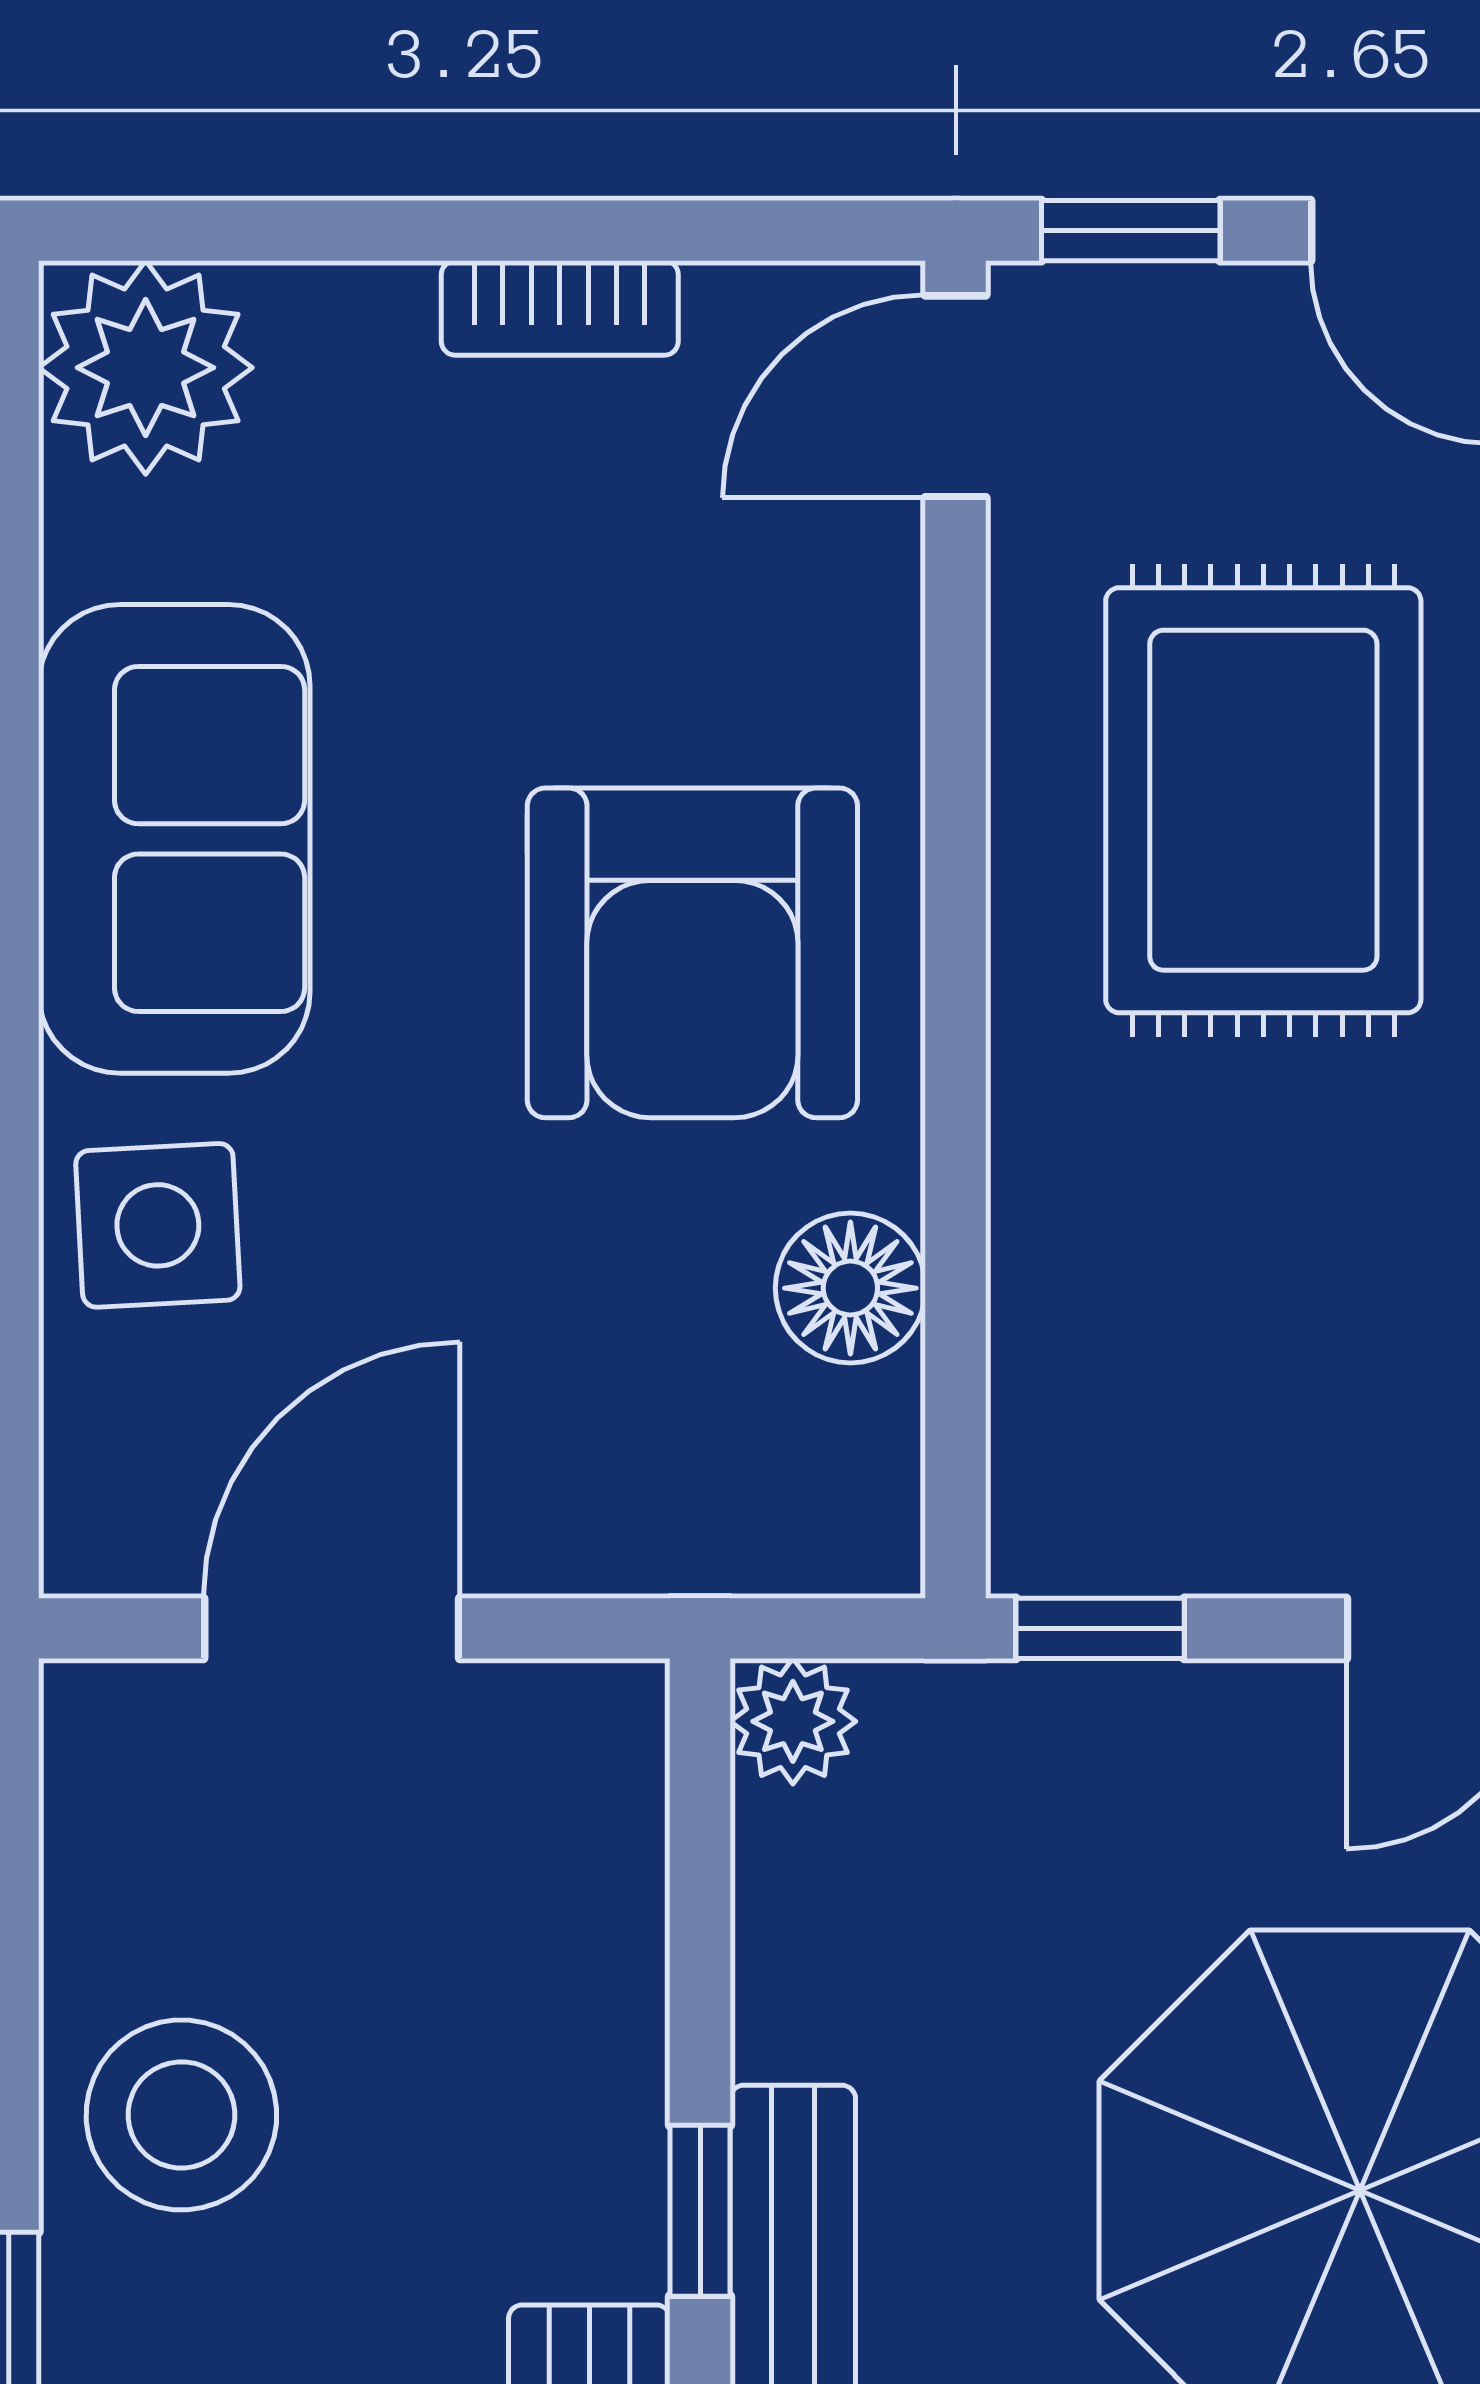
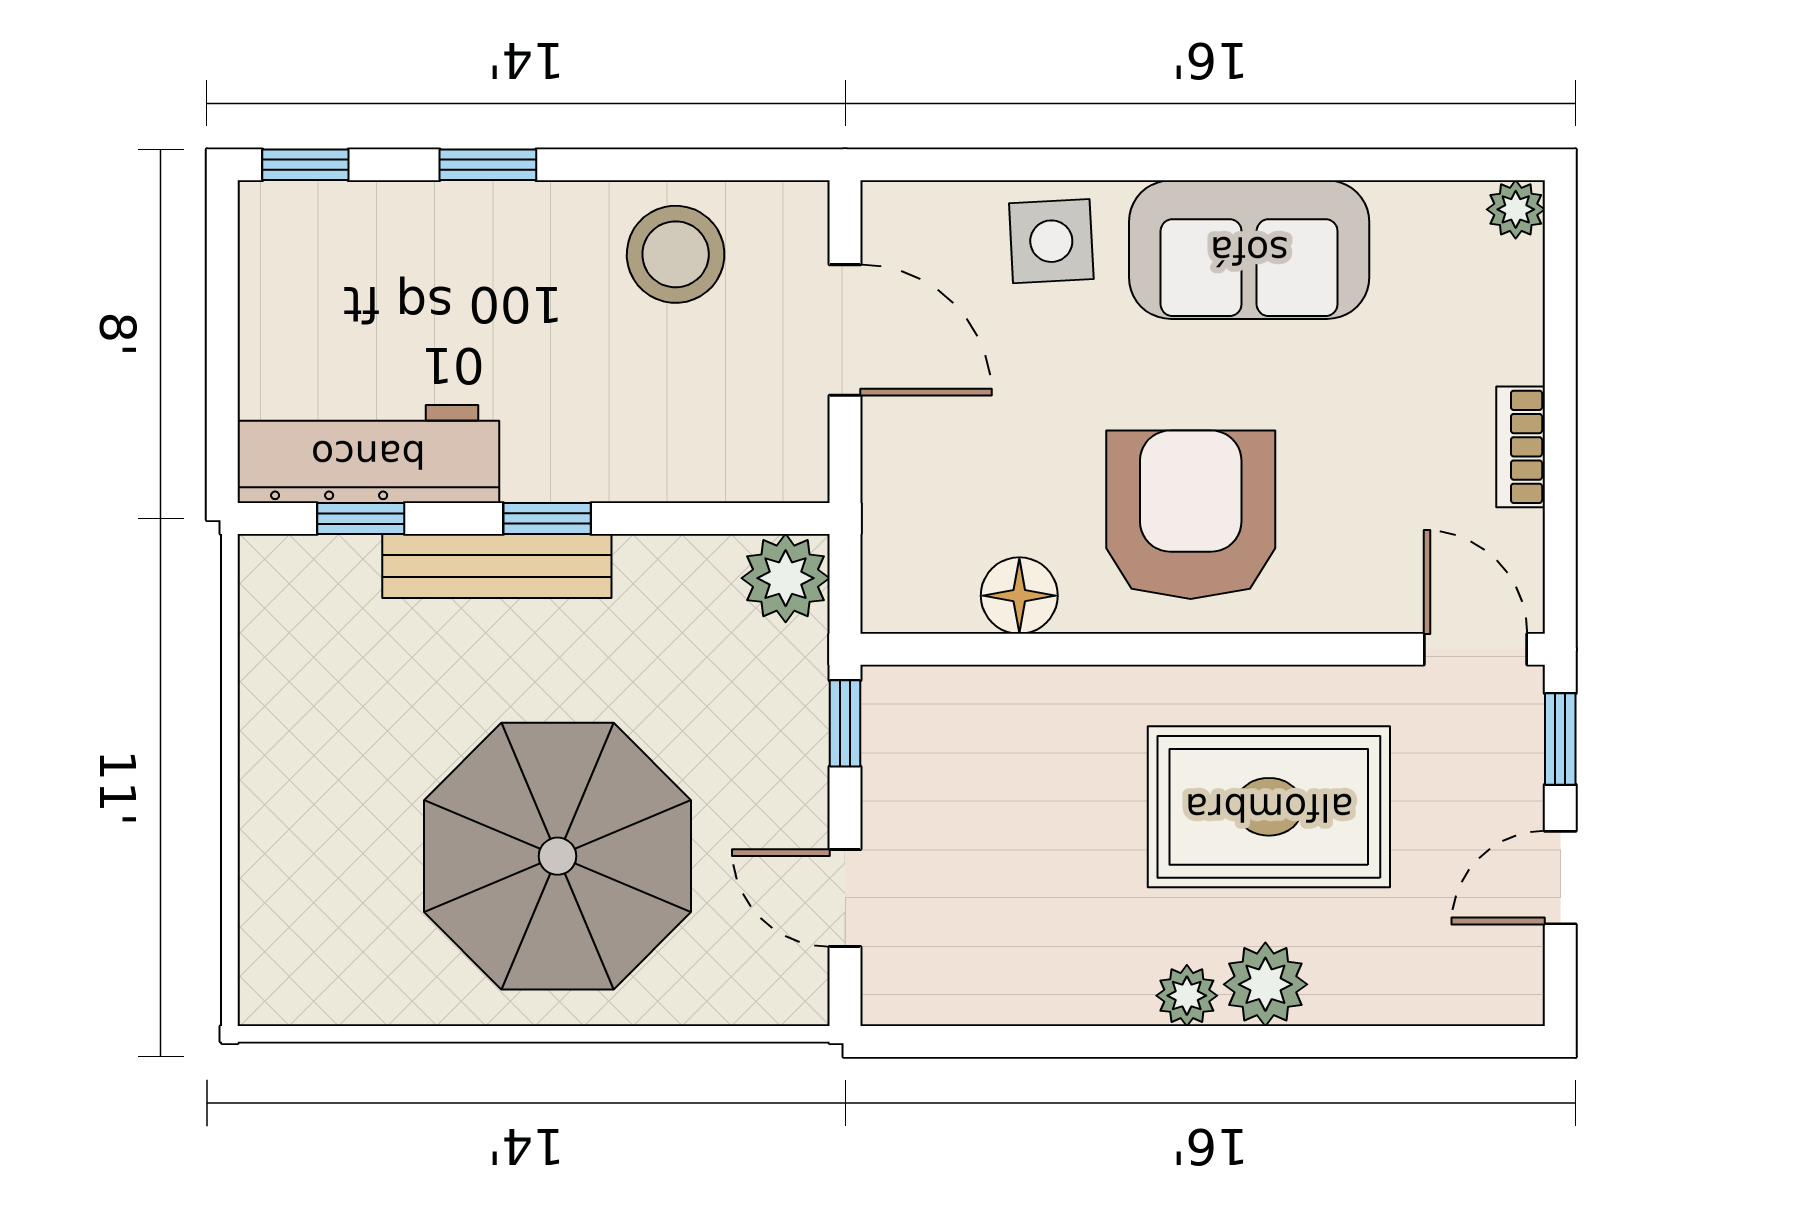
plant: (146, 368) -> (1516, 209), width x0.53, depth x0.53
armchair: (692, 953) -> (1191, 515), turned 90
plant: (793, 1721) -> (786, 578), width x1.38, depth x1.38
stool: (181, 2115) -> (676, 254), moved

